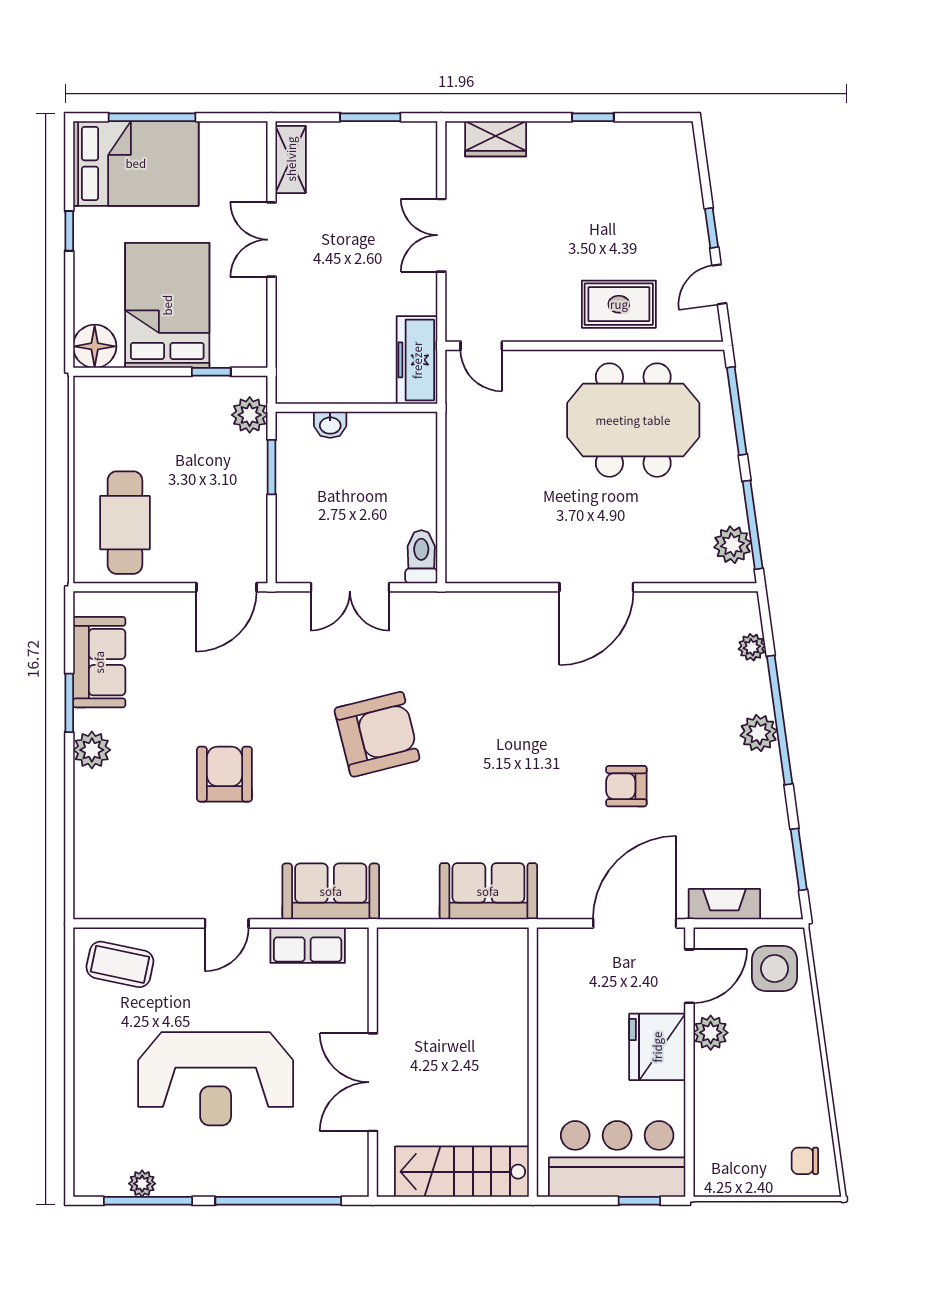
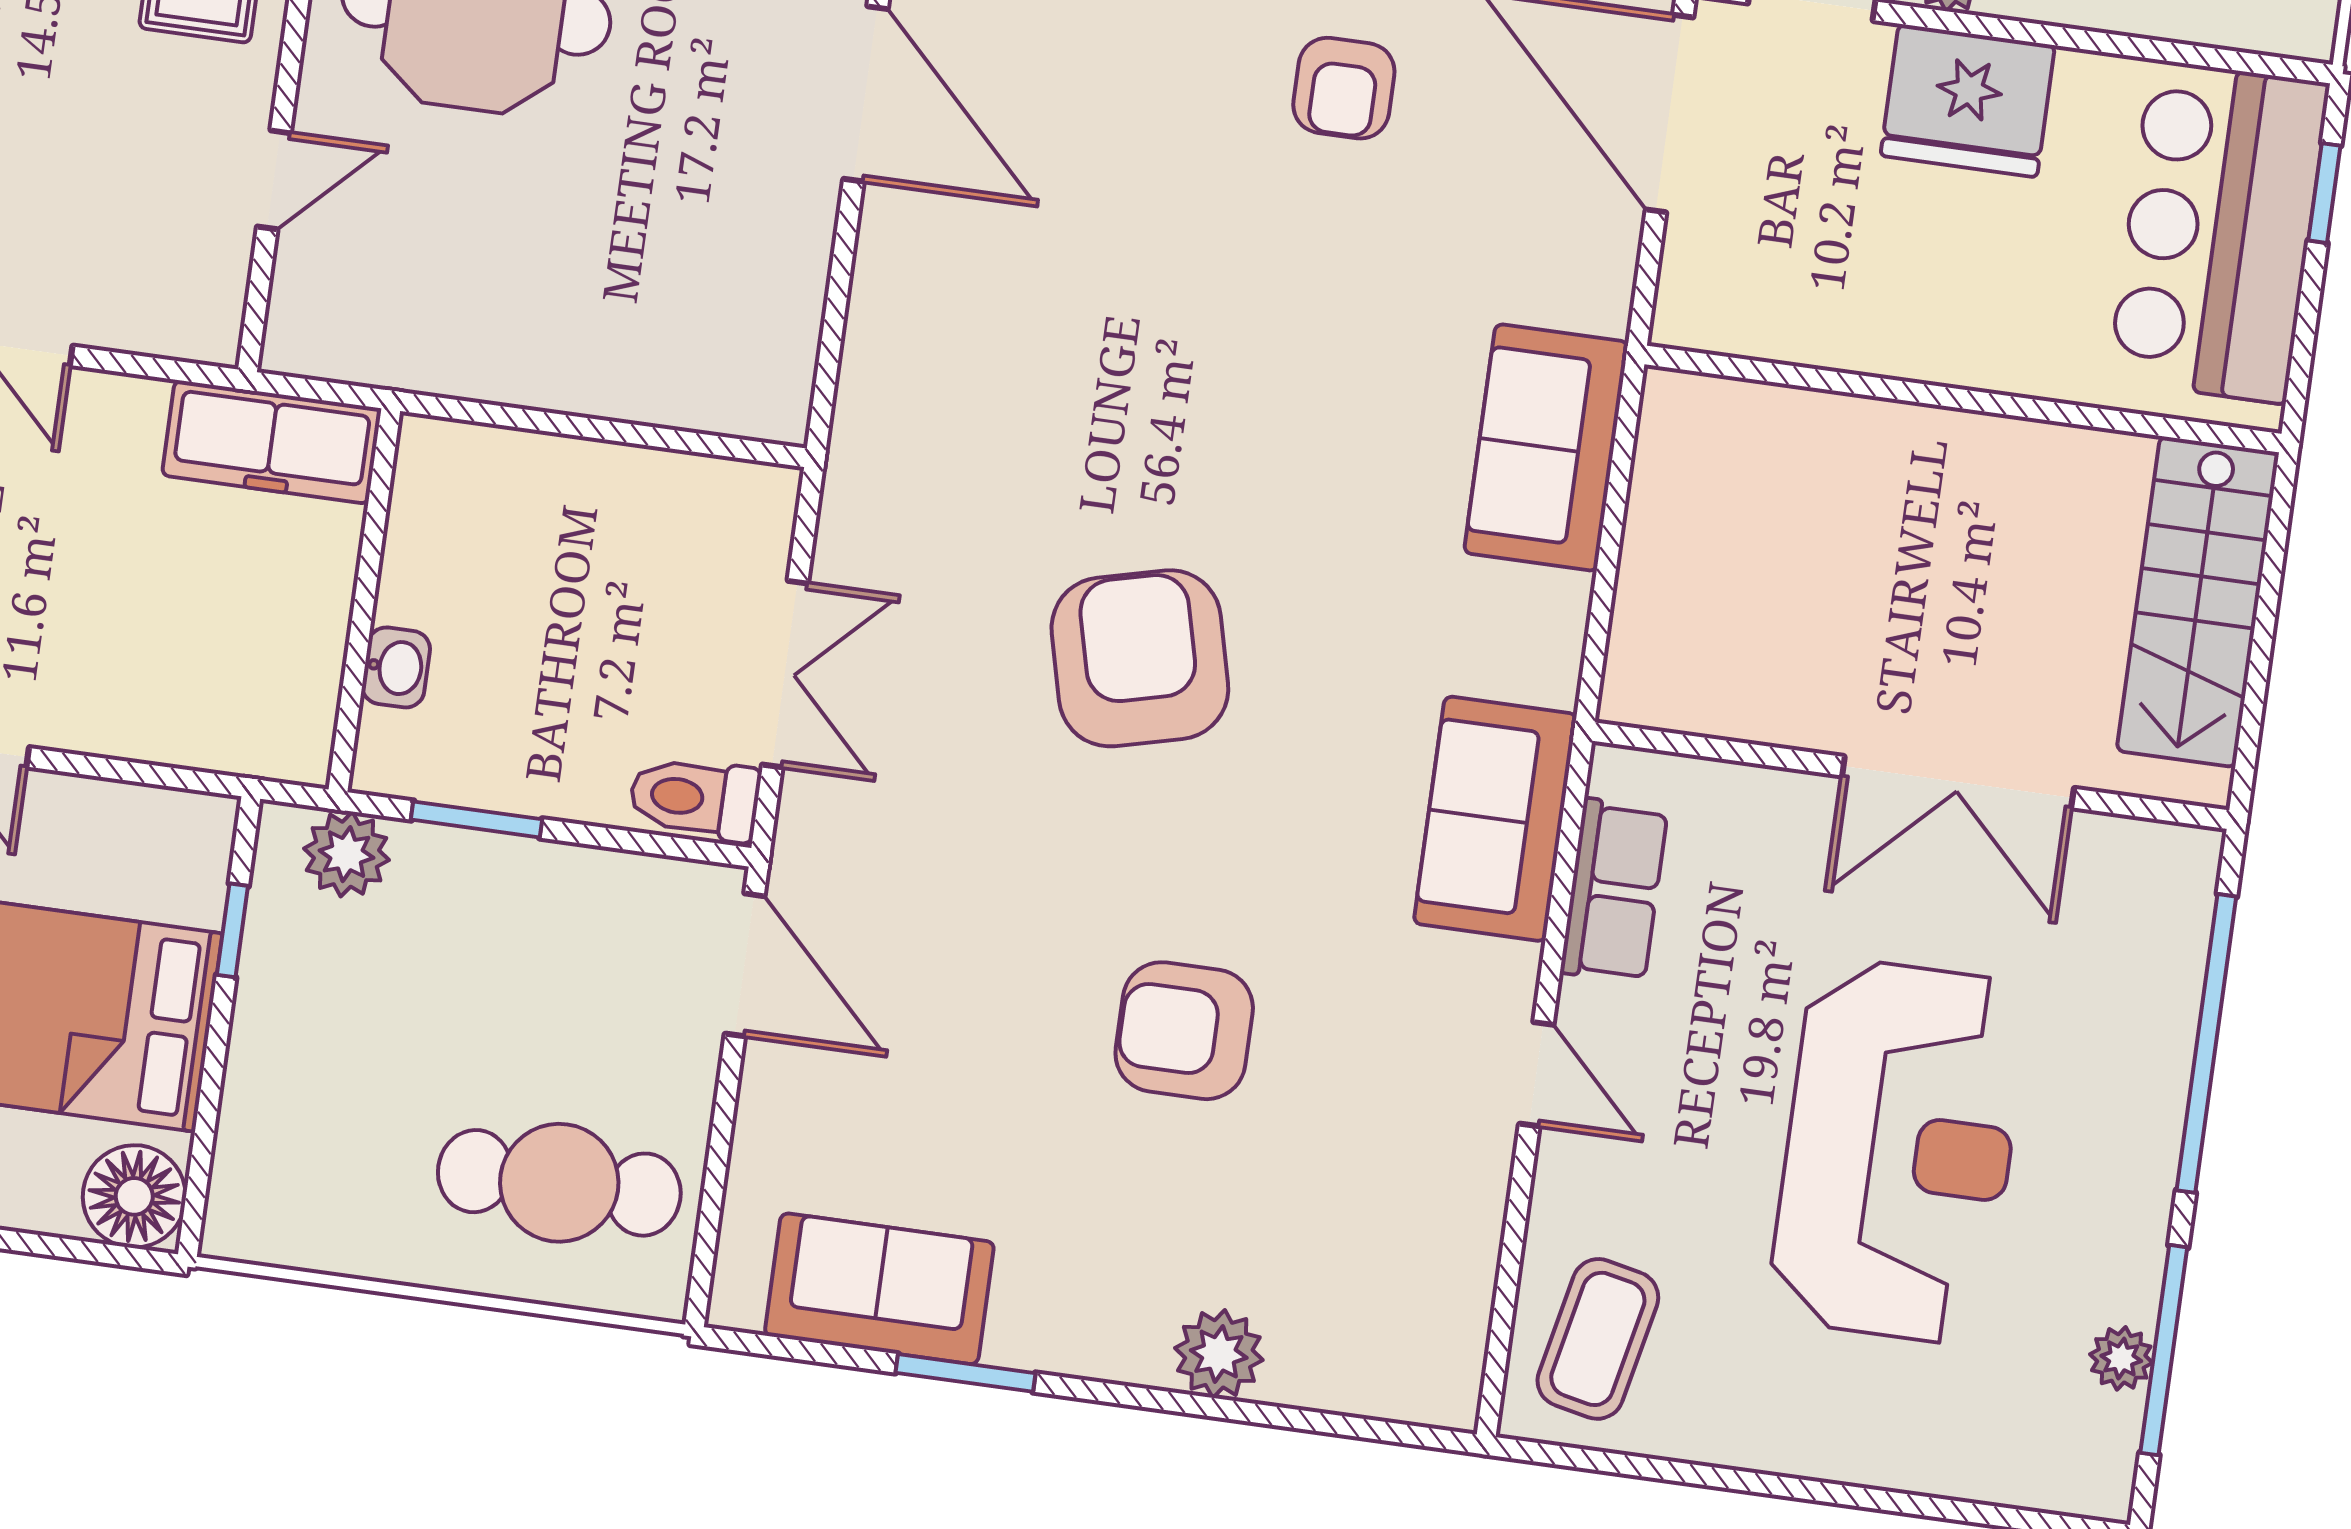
door: (481, 346) -> (274, 180), moved
toilet: (421, 557) -> (695, 798), moved
plant: (92, 750) -> (1219, 1354), moved

